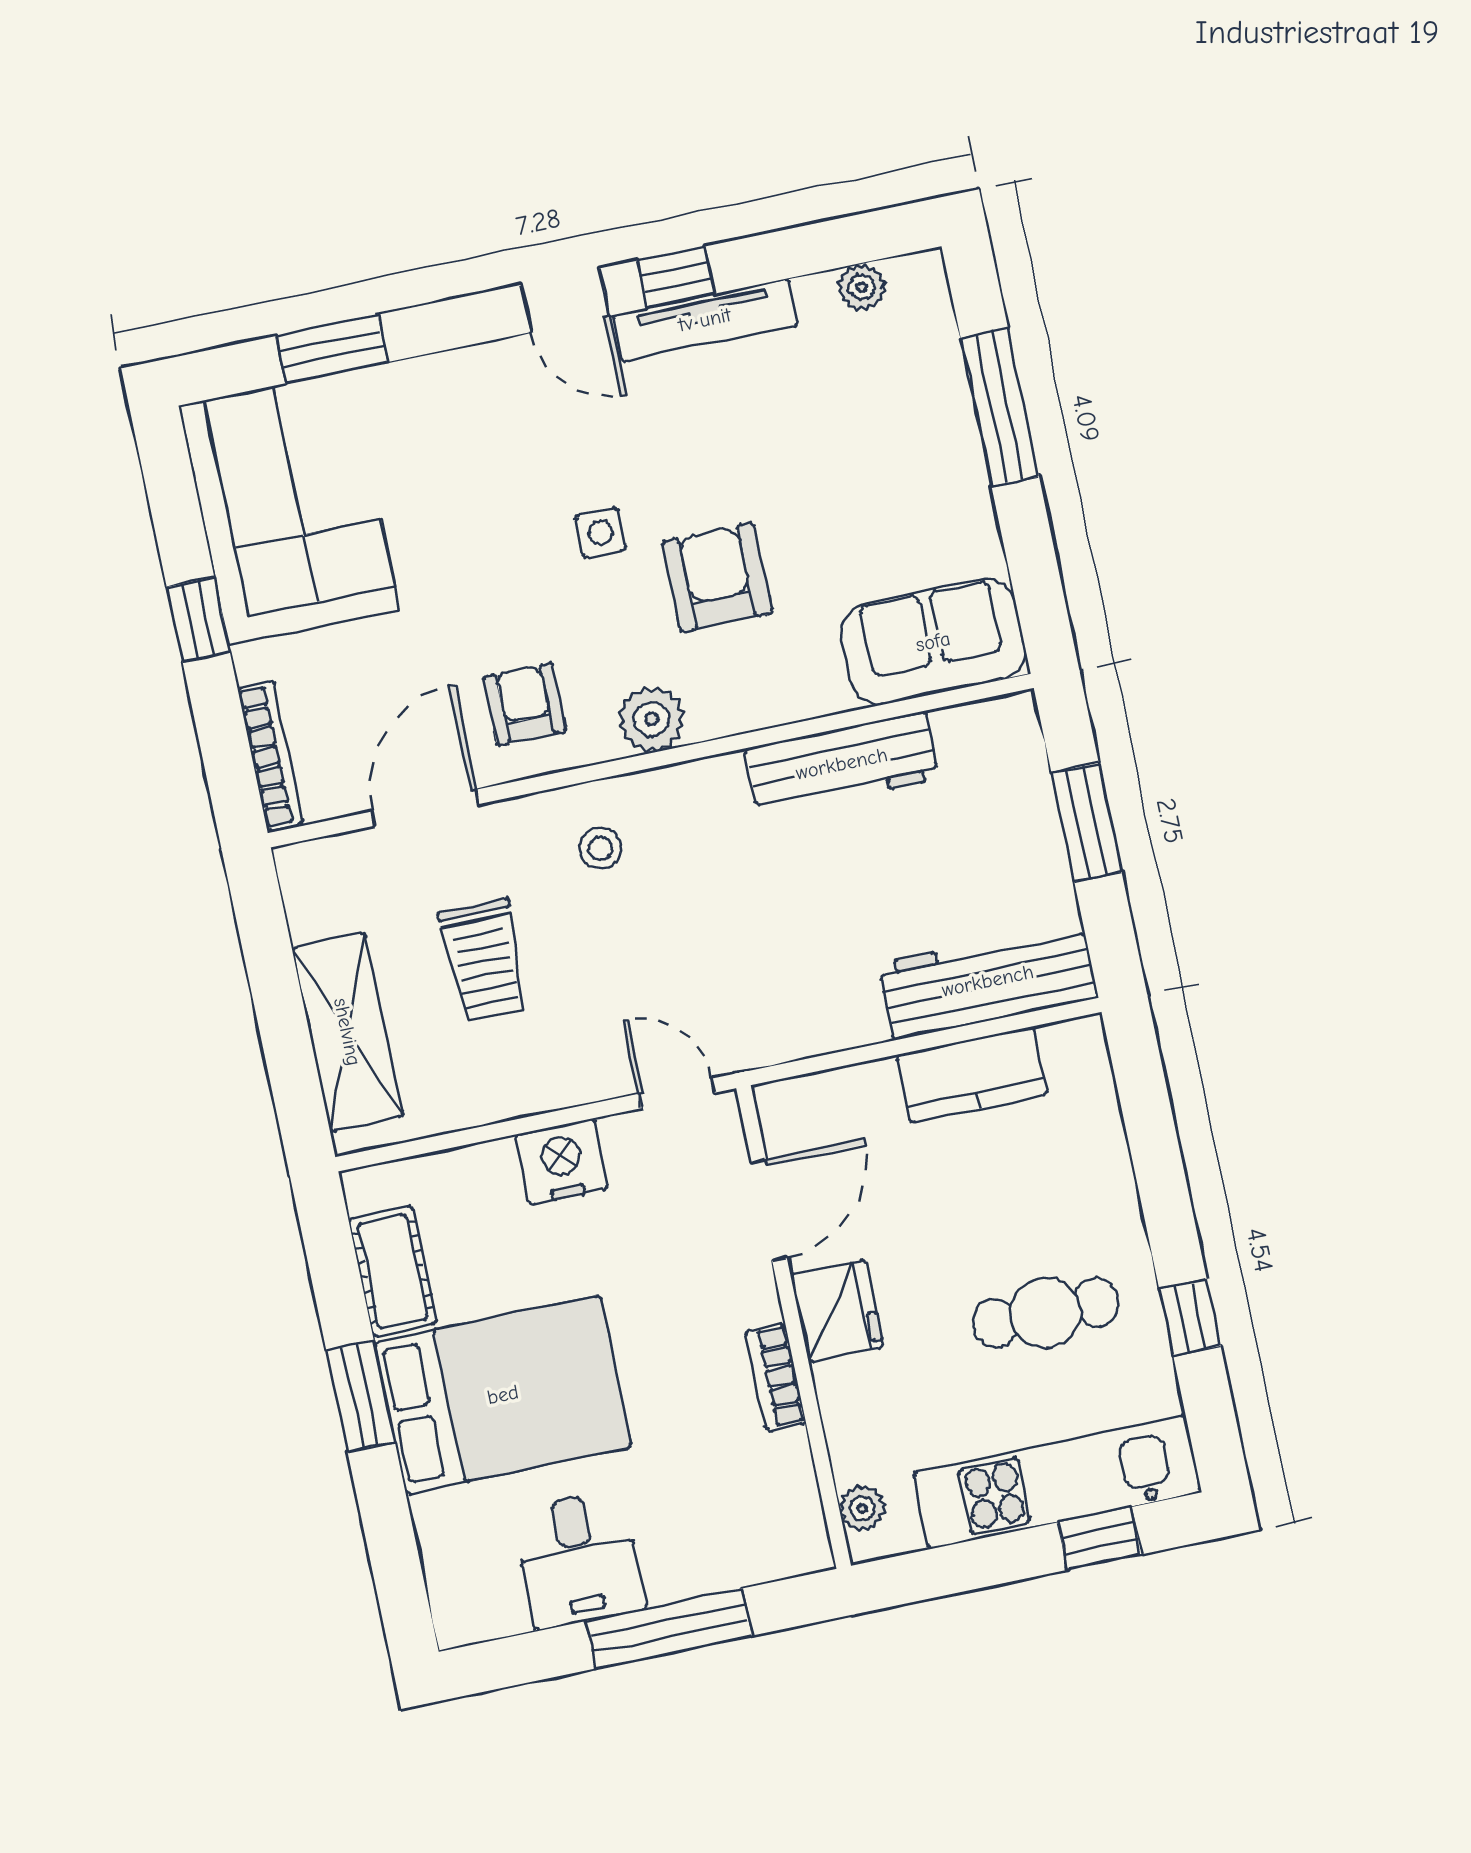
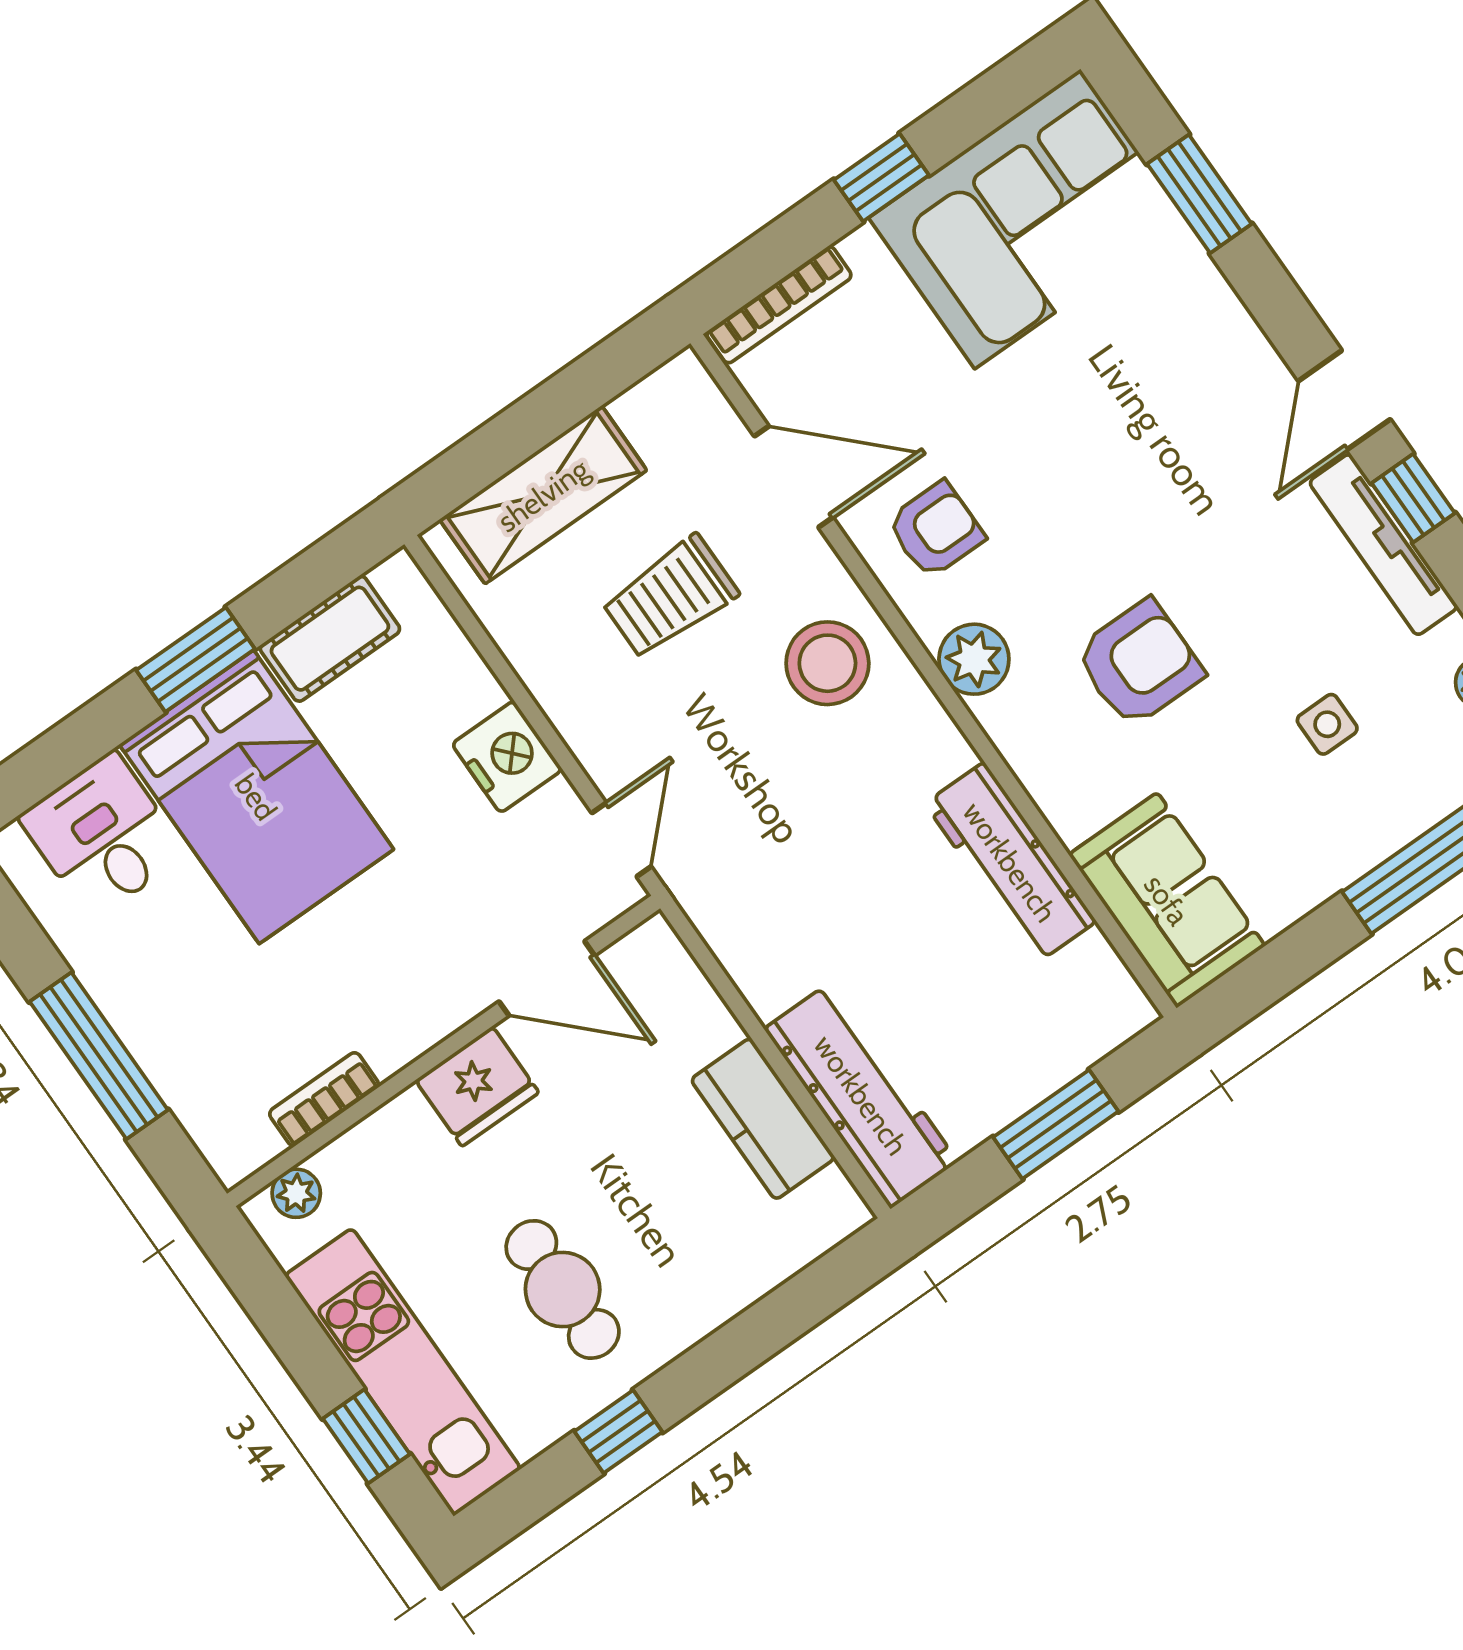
side table: (600, 533) -> (1327, 724), moved
stool: (600, 848) -> (827, 663), width x1.89, depth x1.89
bookcase: (776, 1377) -> (324, 1099), moved
desk: (579, 1560) -> (103, 836), moved, turned 90

